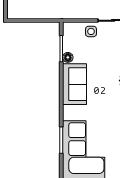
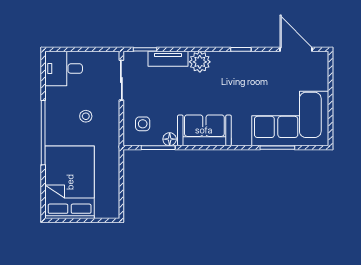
side table: (91, 31) -> (143, 124), moved

